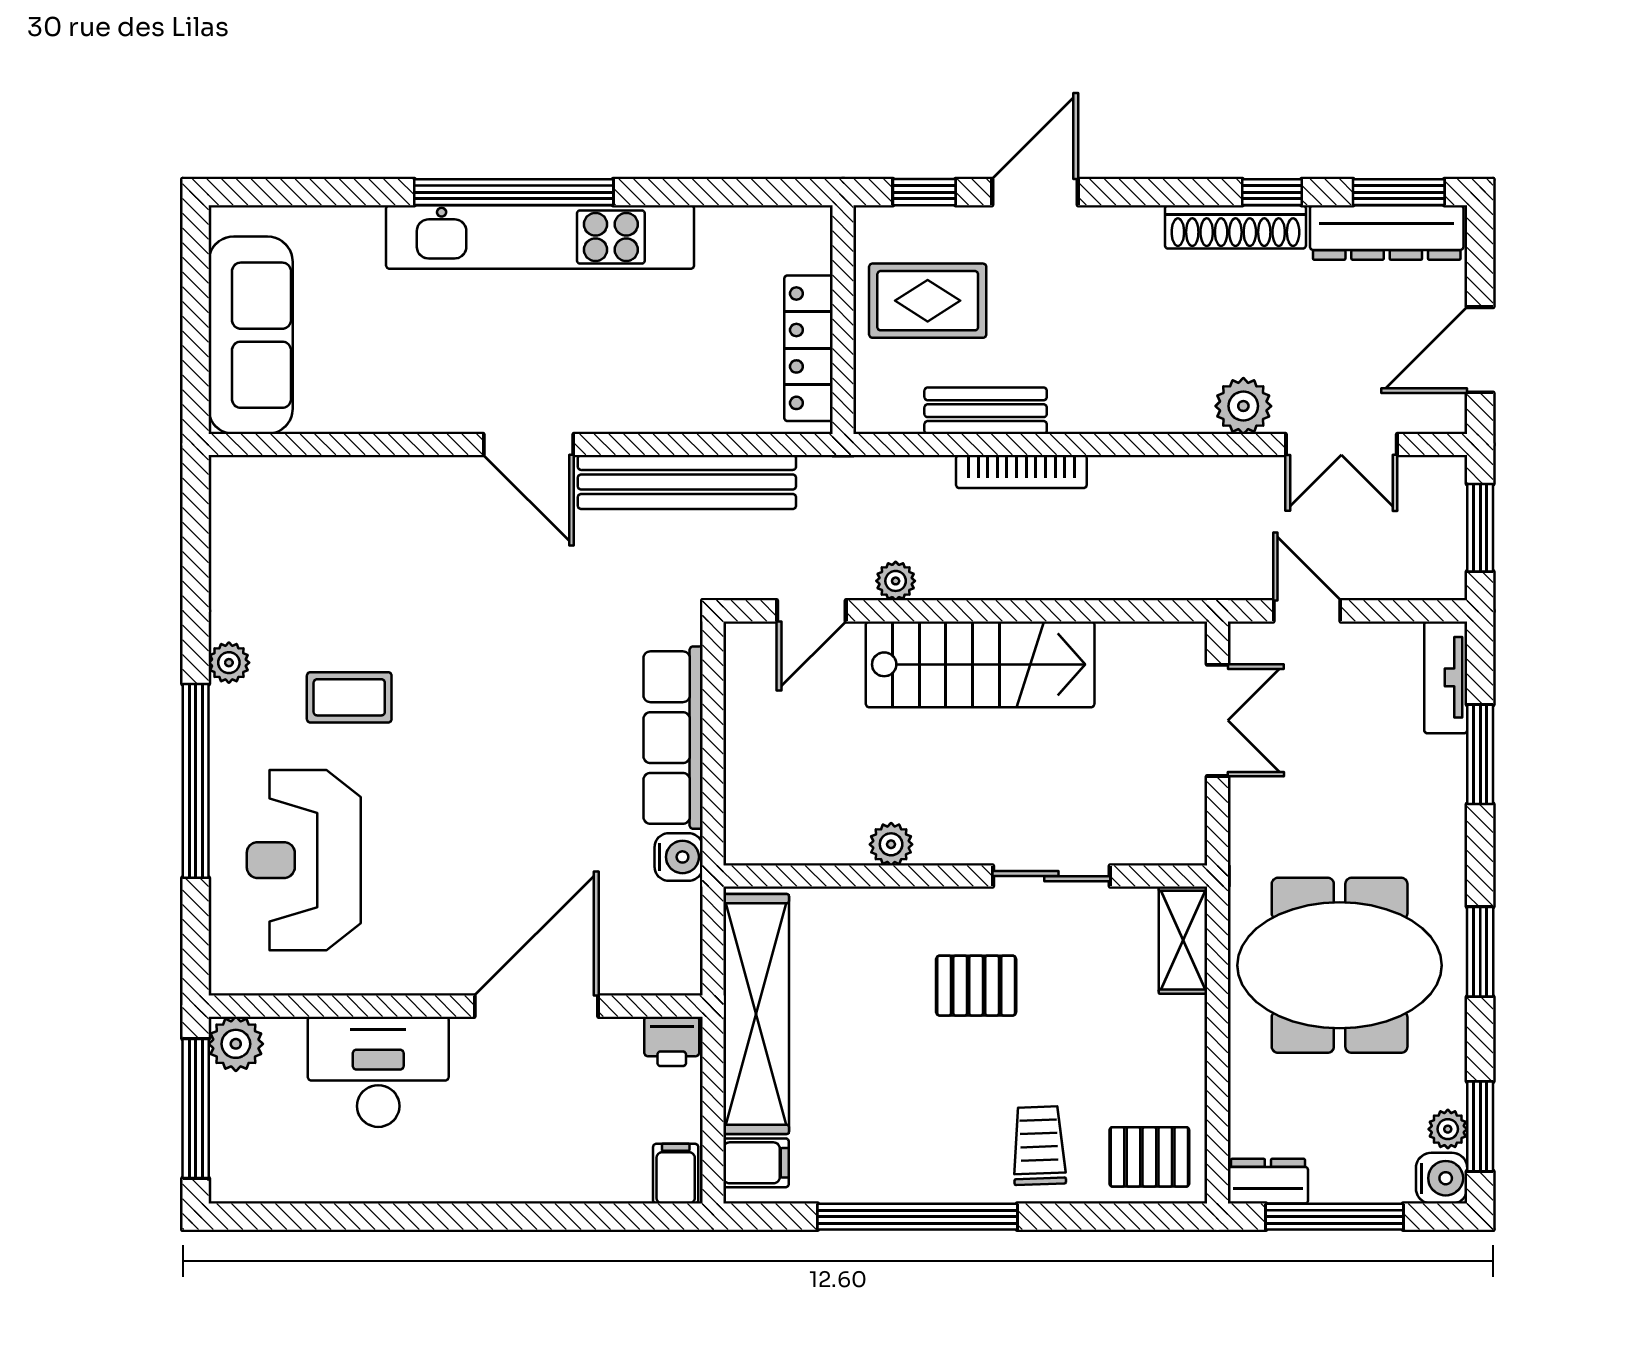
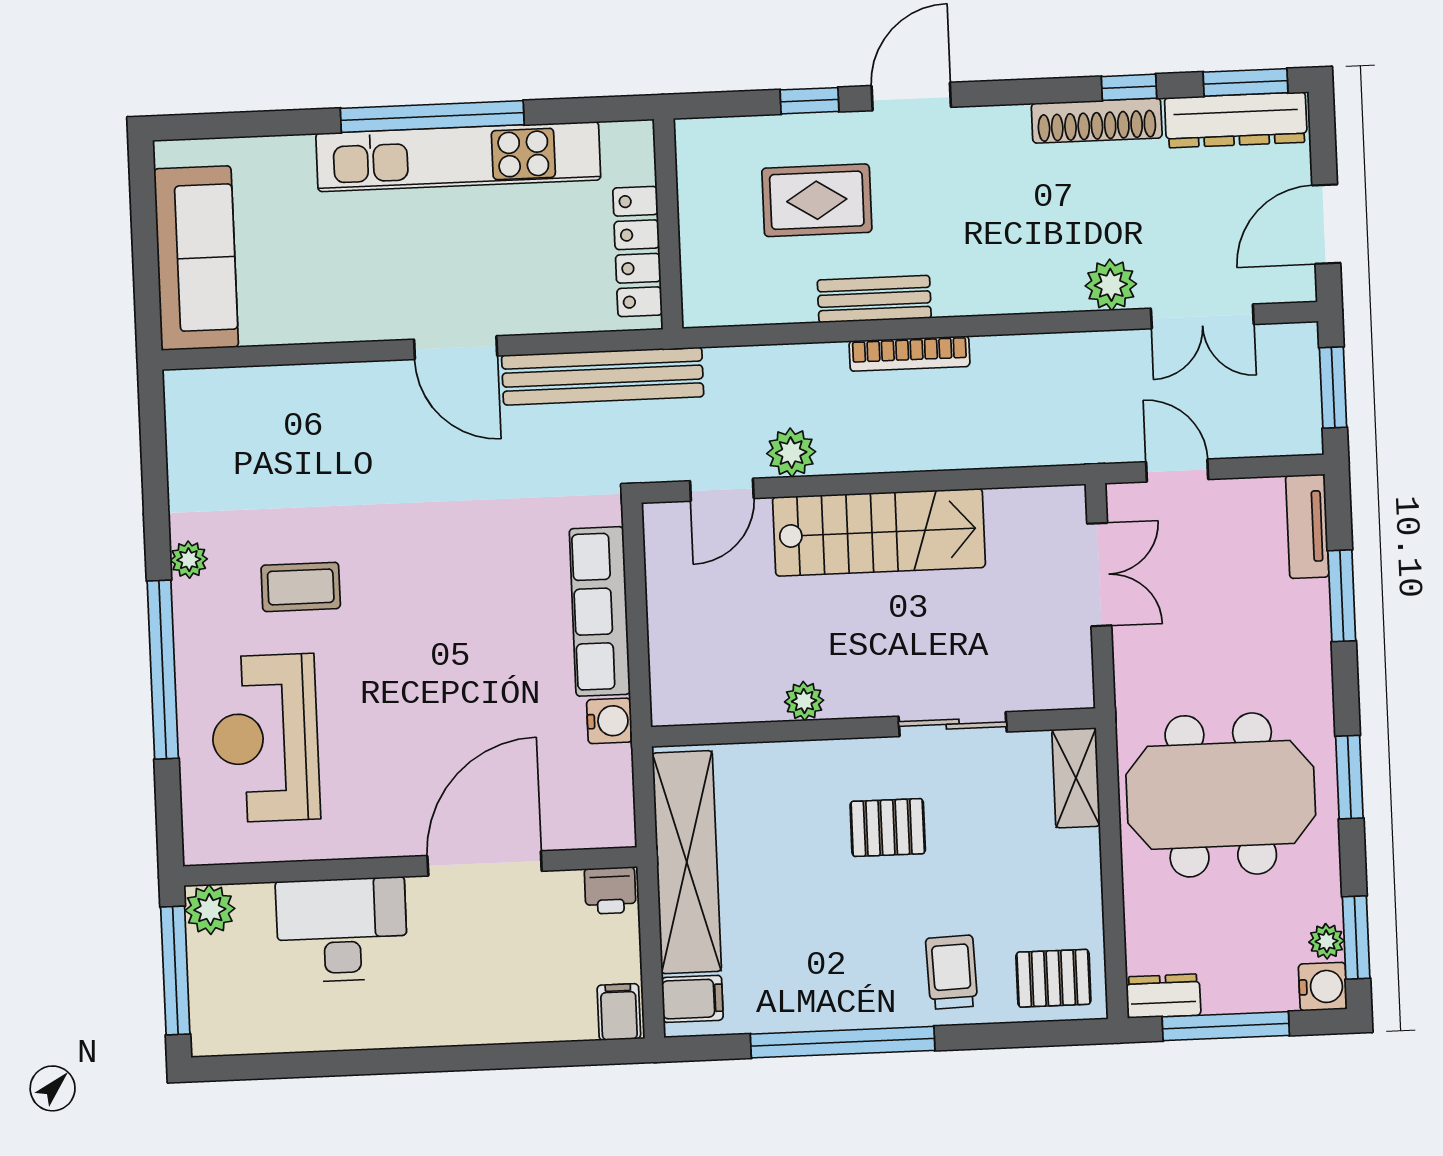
wall: (843, 320) -> (668, 224), moved
locker: (808, 348) -> (637, 252), moved
plant: (896, 581) -> (791, 453), width x1.38, depth x1.38

